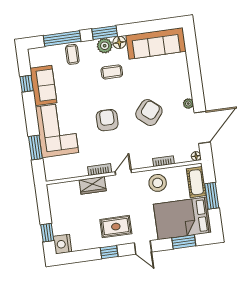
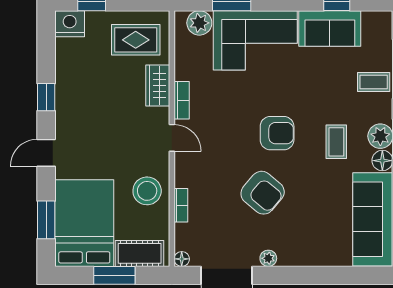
armchair: (107, 120) -> (277, 133), moved
plant: (51, 165) -> (199, 23), added
rug: (116, 227) -> (136, 40), moved, turned 90

